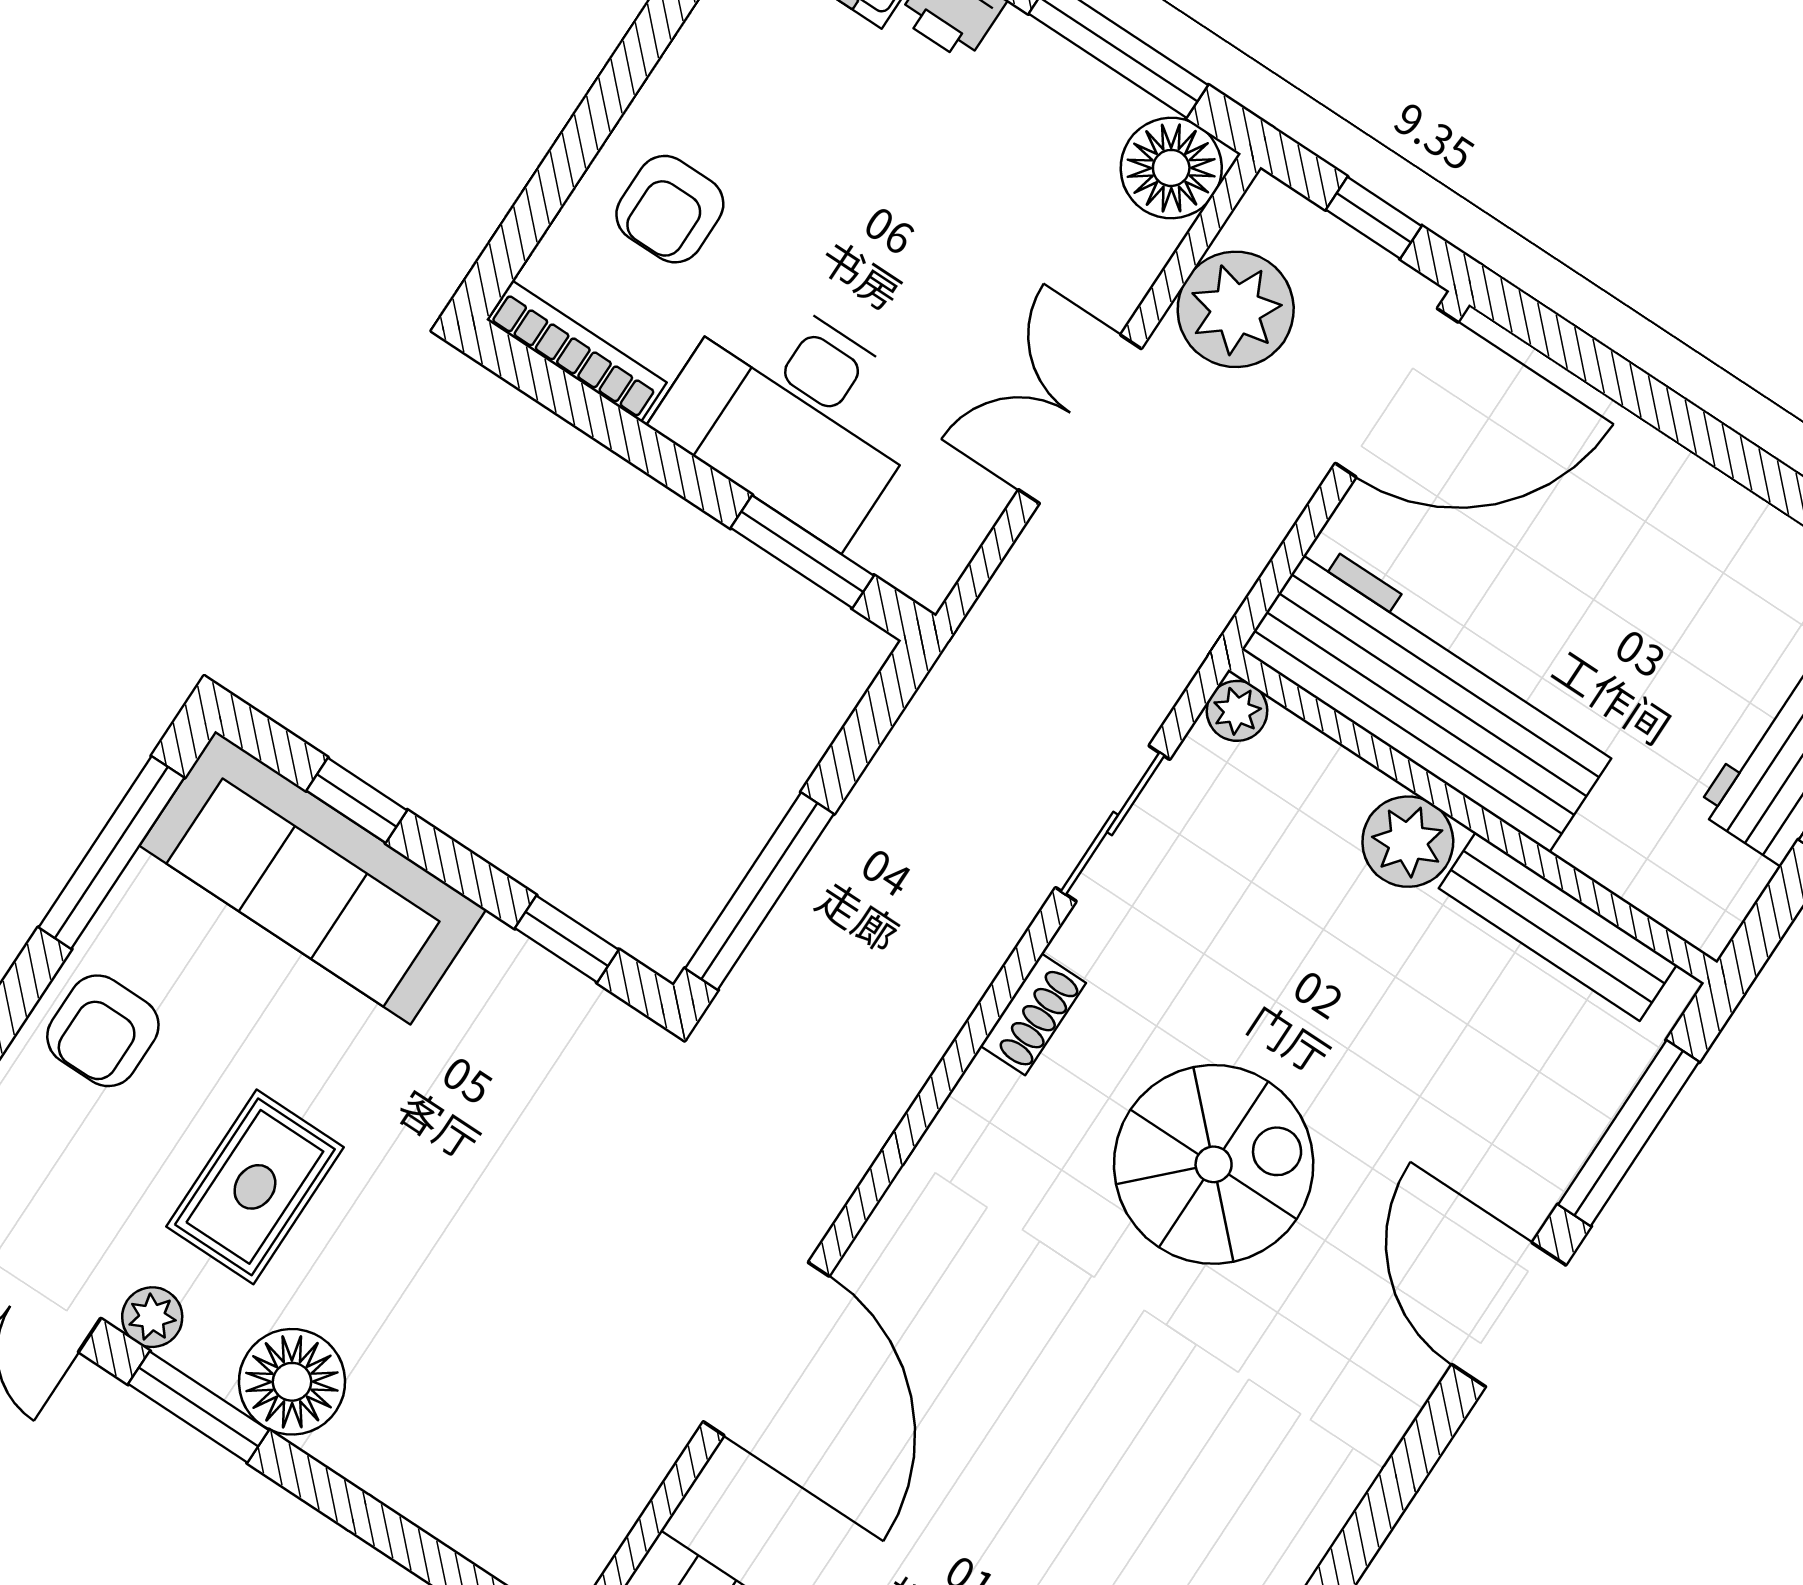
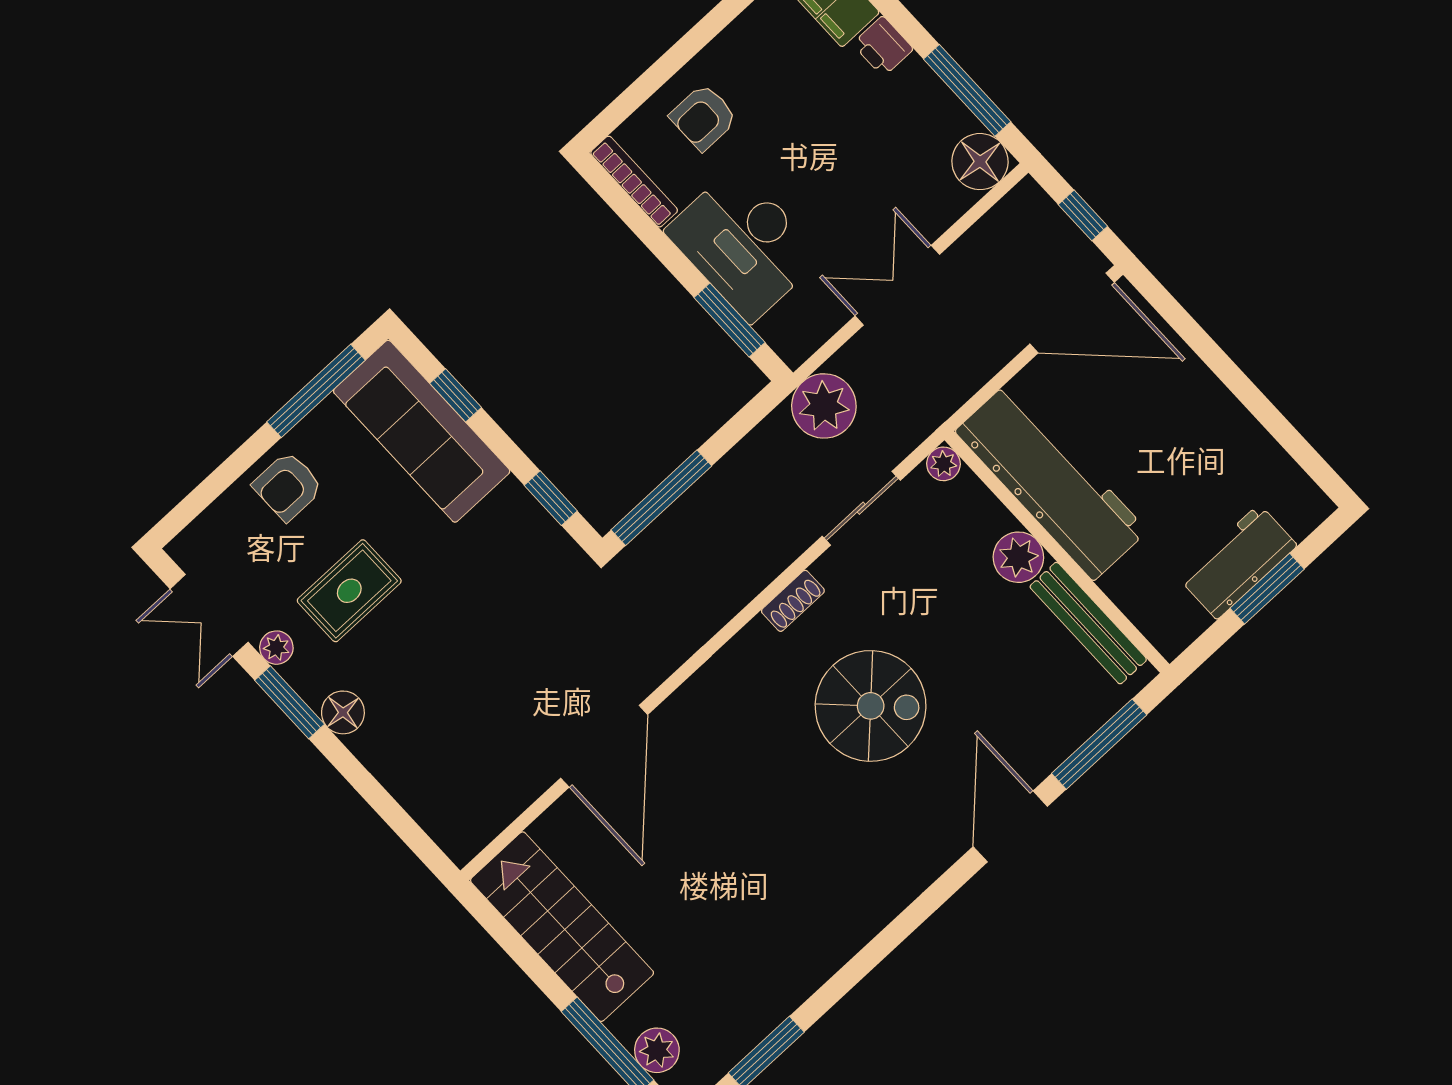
plant: (1236, 309) -> (824, 406), moved
floor lamp: (292, 1382) -> (343, 712), width x0.73, depth x0.73

